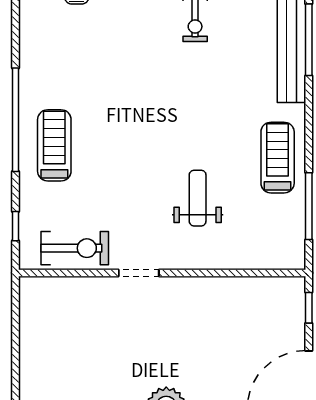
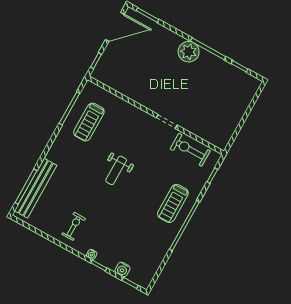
treadmill: (278, 158) -> (89, 122), moved
weight bench: (198, 198) -> (116, 170), moved

